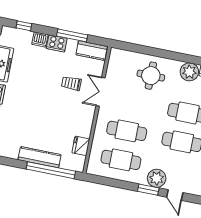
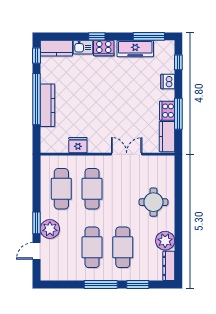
cooker: (57, 43) -> (167, 111), moved
trolley: (71, 83) -> (129, 123), removed
fridge: (81, 146) -> (78, 145), moved
window: (51, 170) -> (37, 99), moved

